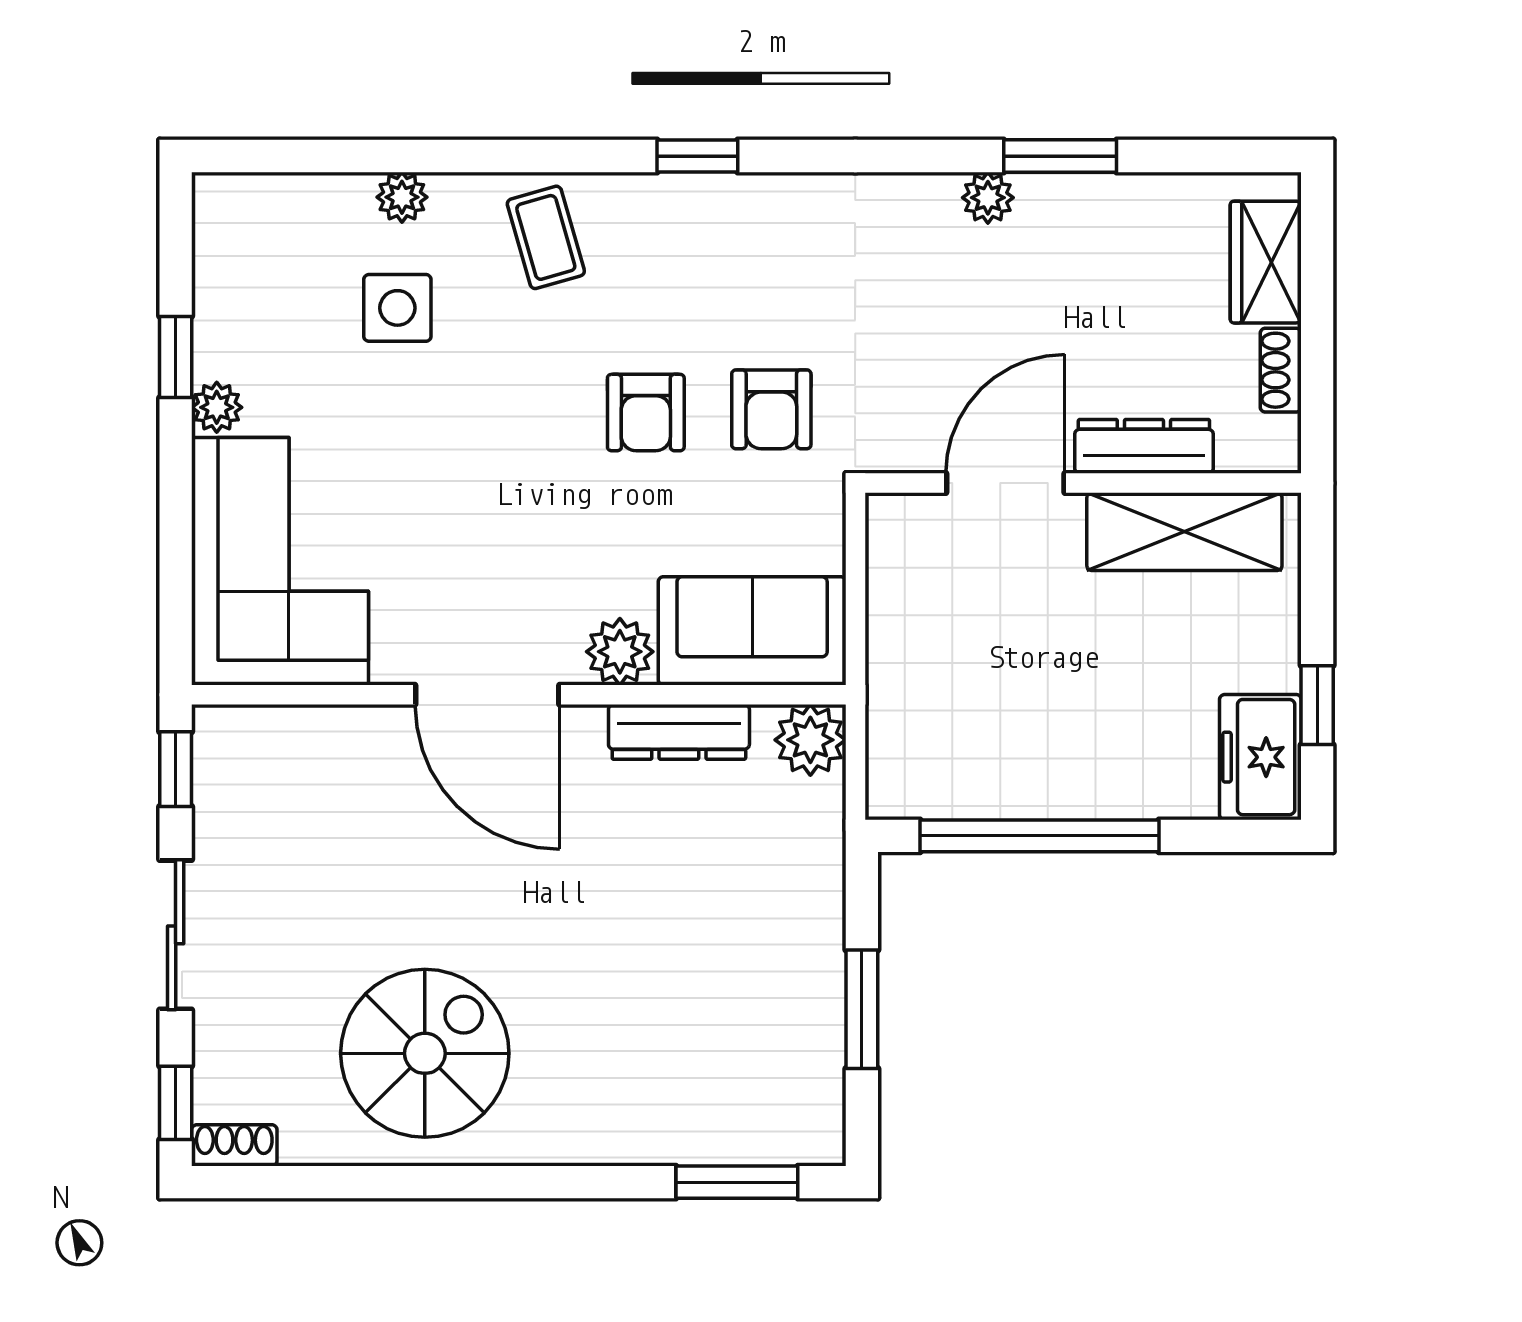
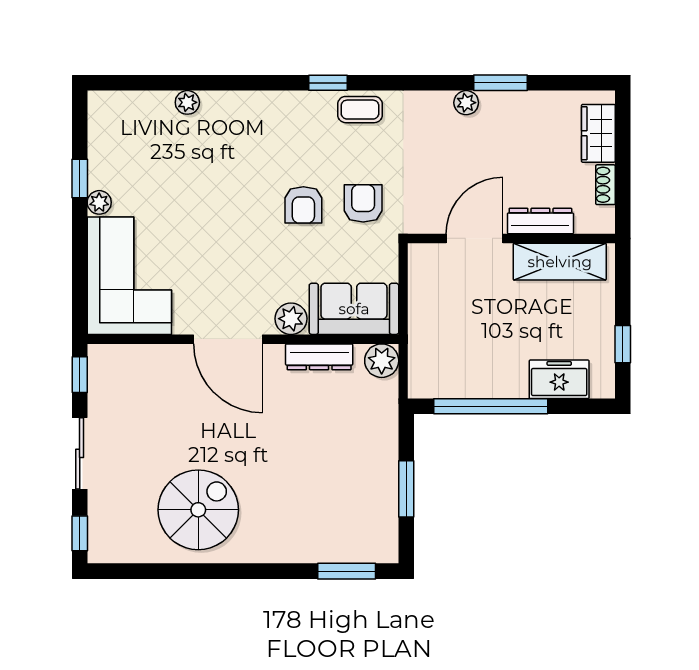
coffee table: (546, 237) -> (360, 110), moved, turned -74
side table: (397, 308) -> (185, 155), removed
armchair: (771, 409) -> (363, 203), turned 180
freezer: (1260, 757) -> (559, 379), moved, turned 90
shoe rack: (234, 1145) -> (108, 554), removed

